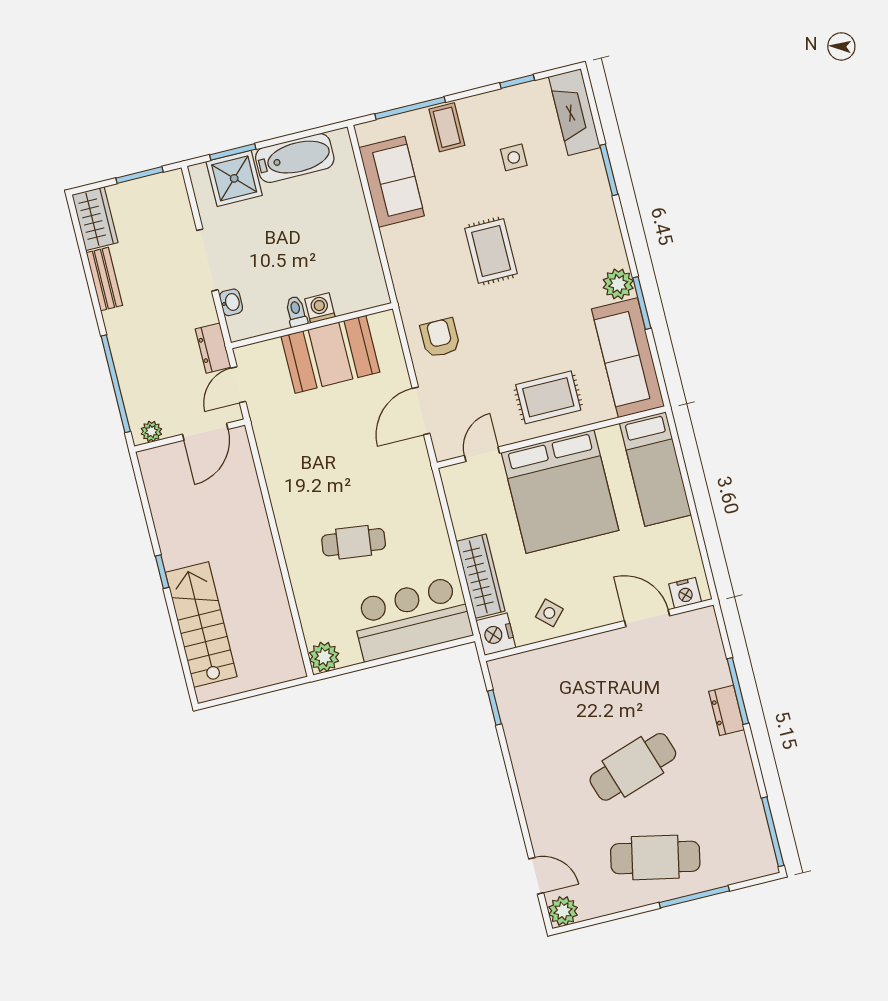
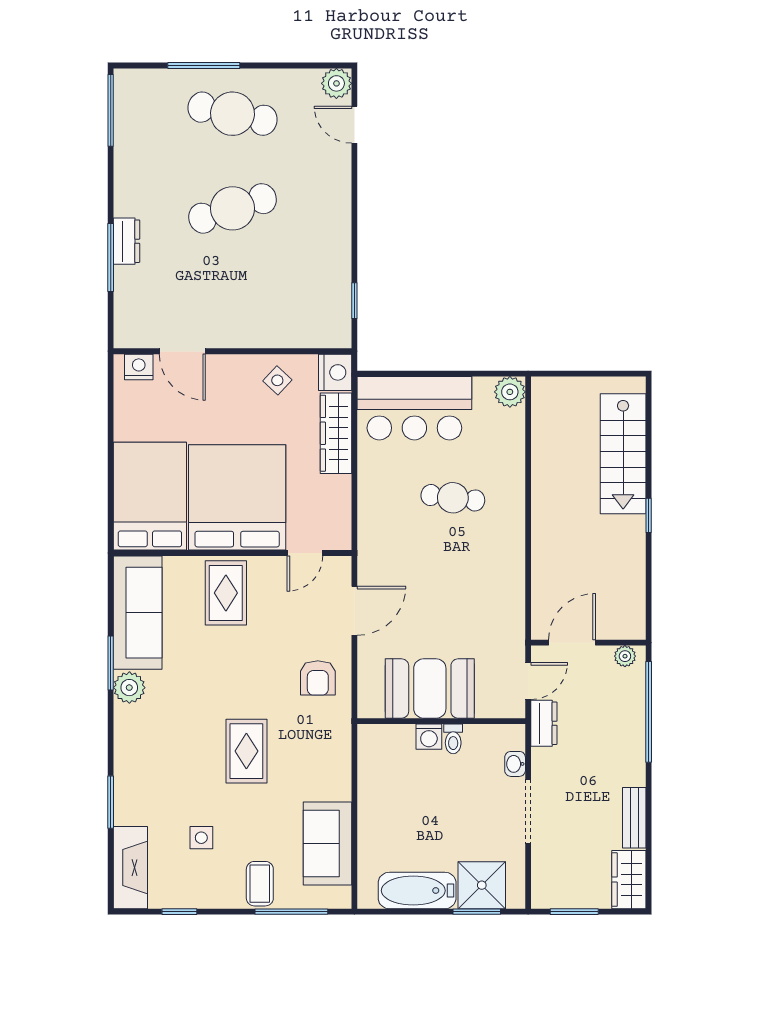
rug: (548, 397) -> (226, 593), turned 90
bed: (655, 469) -> (150, 496), width x1.50

